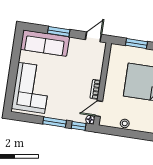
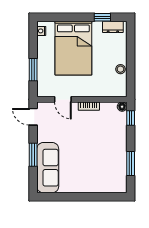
corner sofa: (31, 88) -> (98, 175), removed
door: (99, 109) -> (63, 99), moved
window: (55, 122) -> (131, 163), moved

